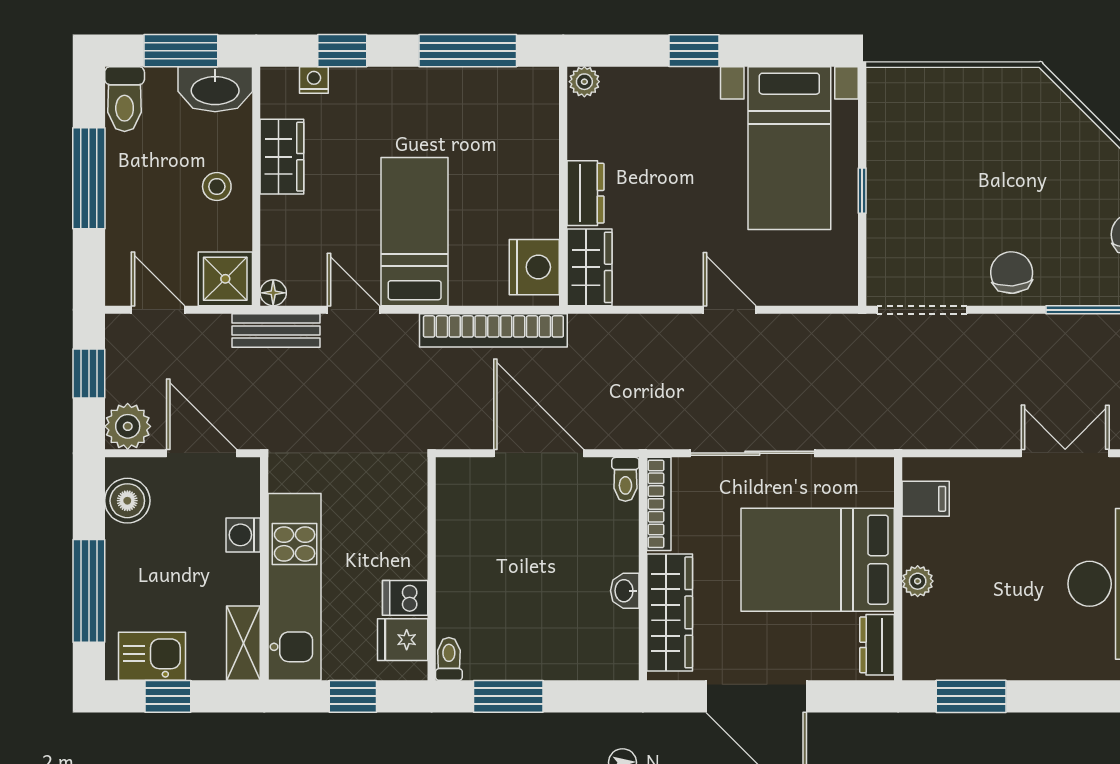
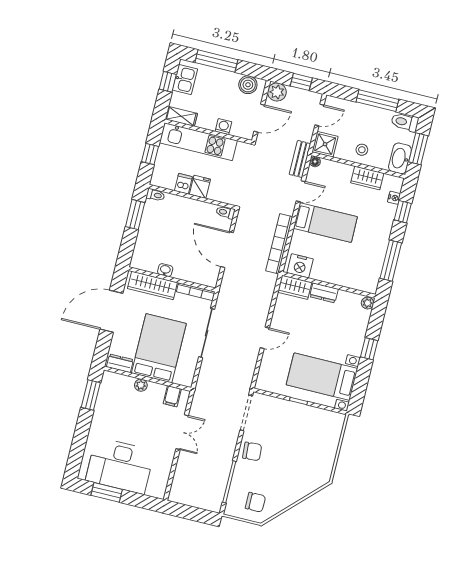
door: (539, 453) -> (227, 250), swing flipped
double door: (1065, 453) -> (182, 432), moved
toilet: (625, 479) -> (225, 212), moved
fridge: (403, 640) -> (200, 187), moved

